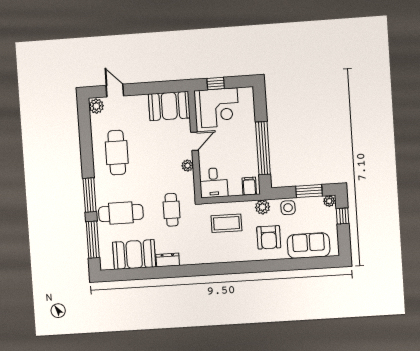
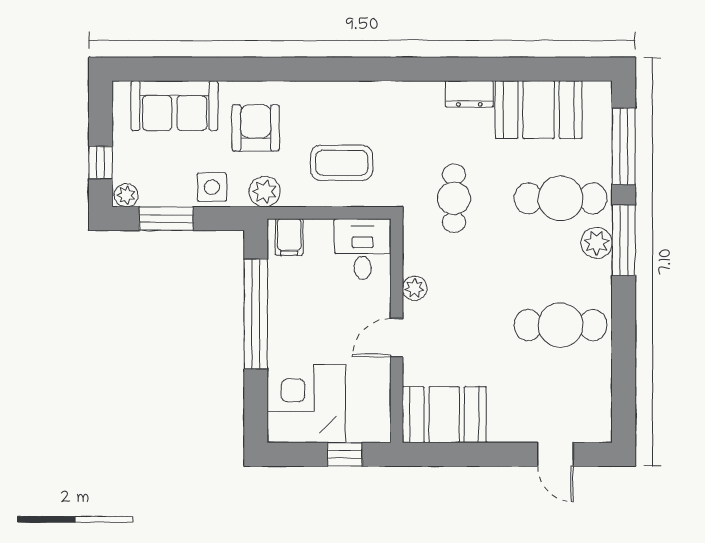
plant: (96, 106) -> (597, 243), moved
corner desk: (219, 108) -> (306, 404), moved
cafe table: (117, 153) -> (561, 325), turned 90

